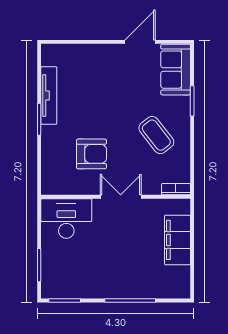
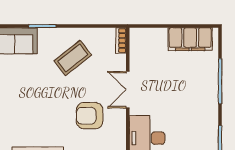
armchair: (91, 154) -> (90, 116), turned -90
filing cabinet: (177, 240) -> (190, 39), moved

